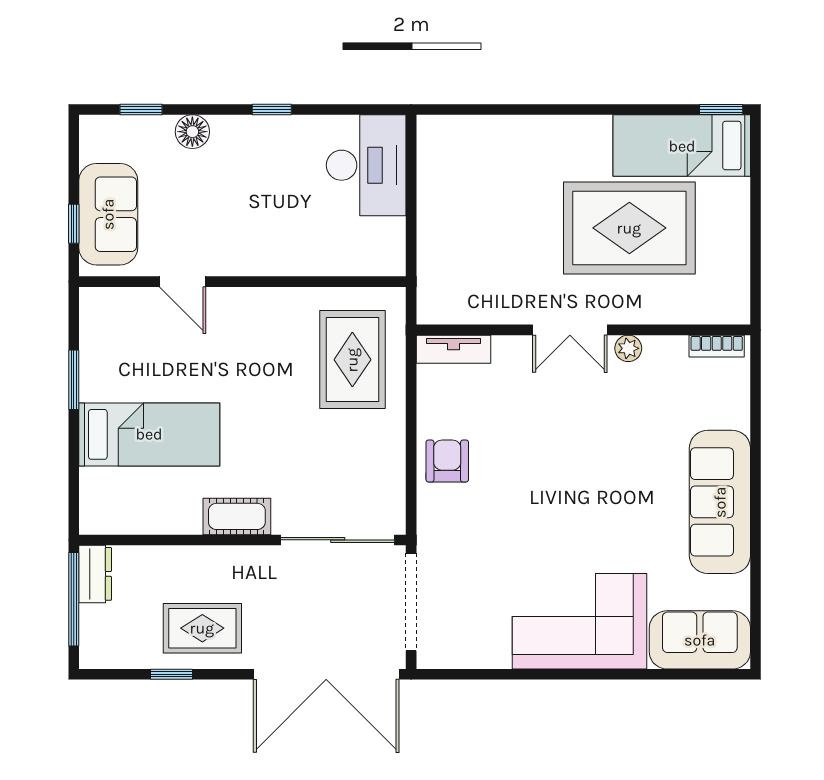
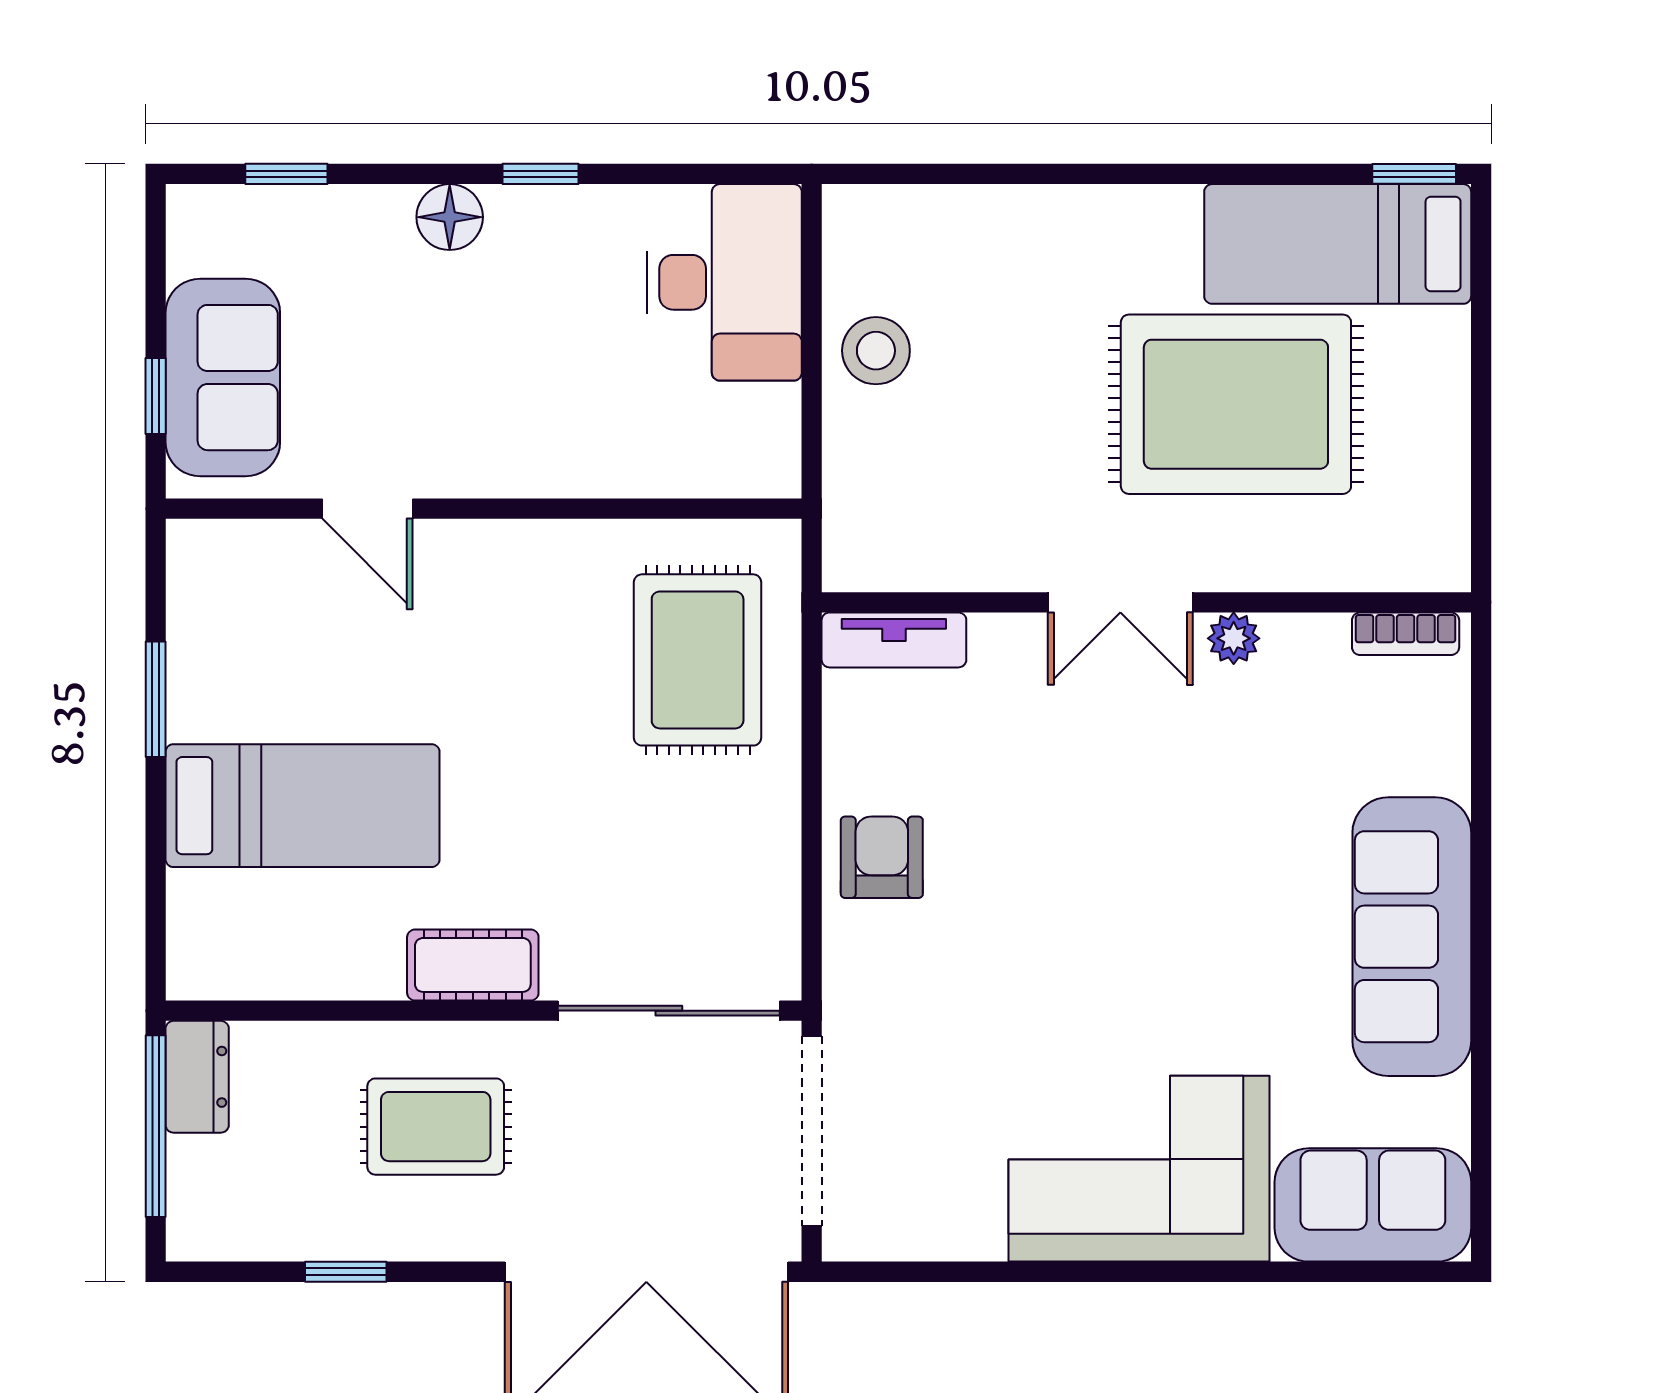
floor lamp: (192, 132) -> (450, 217), moved
stool: (444, 200) -> (876, 351), added
rug: (202, 628) -> (436, 1127), moved

